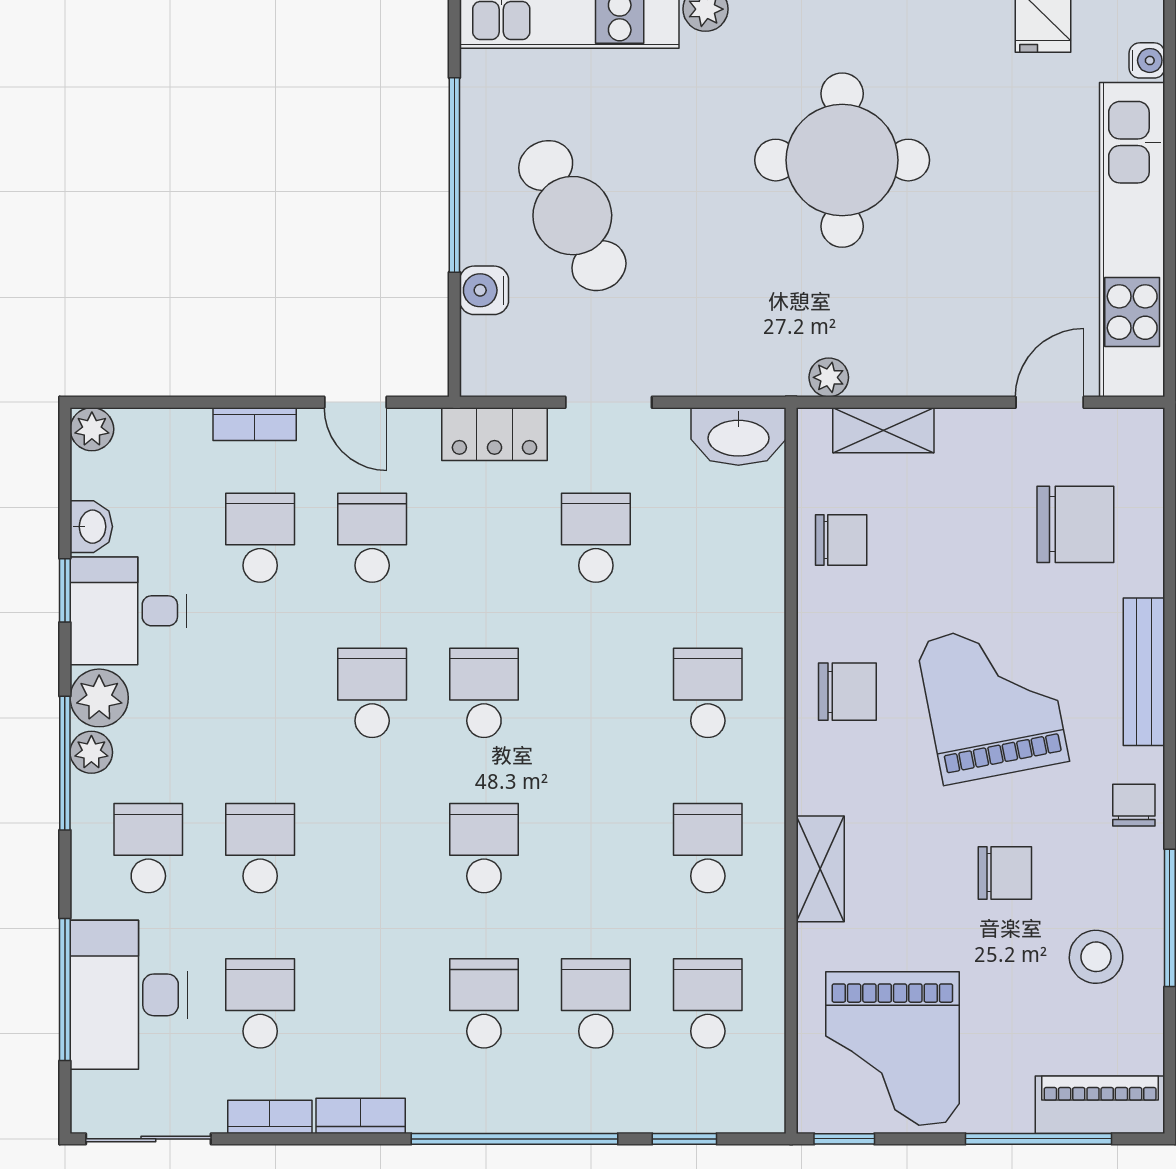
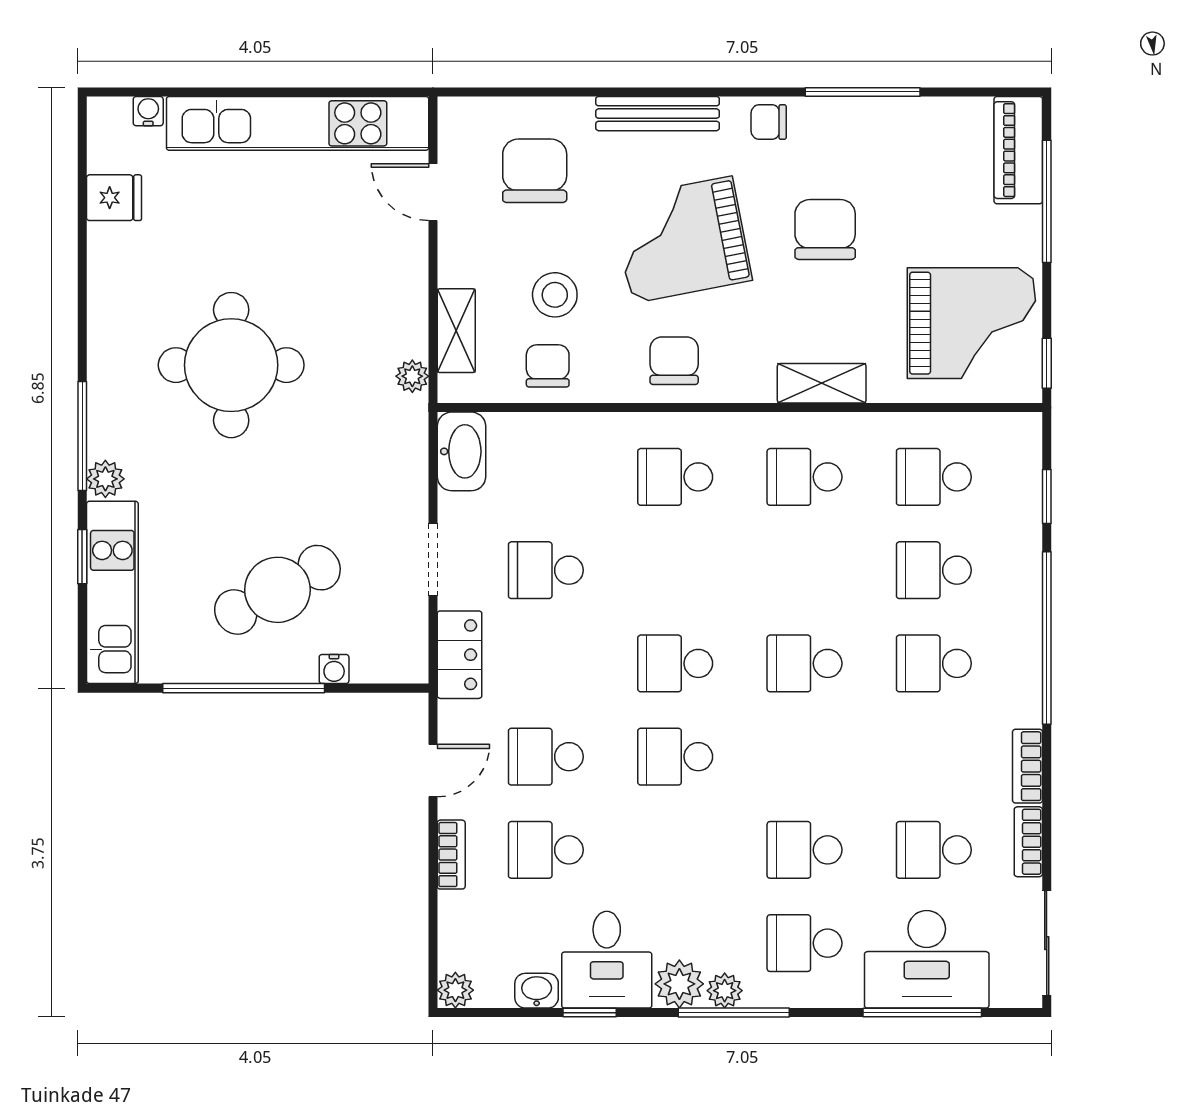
water cooler: (484, 290) -> (334, 669), width x0.72, depth x0.72
chair: (1005, 873) -> (825, 229), width x1.37, depth x1.37
stool: (1096, 957) -> (555, 295), moved

